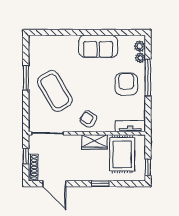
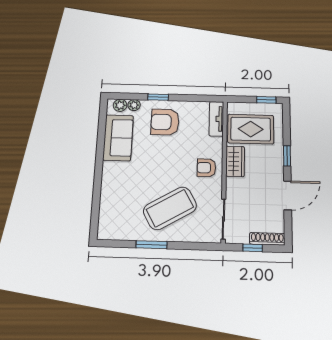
sofa: (98, 46) -> (118, 138), moved
window: (148, 77) -> (158, 97), width x0.46
armchair: (89, 119) -> (206, 168), turned 60
door: (54, 184) -> (288, 195), moved

